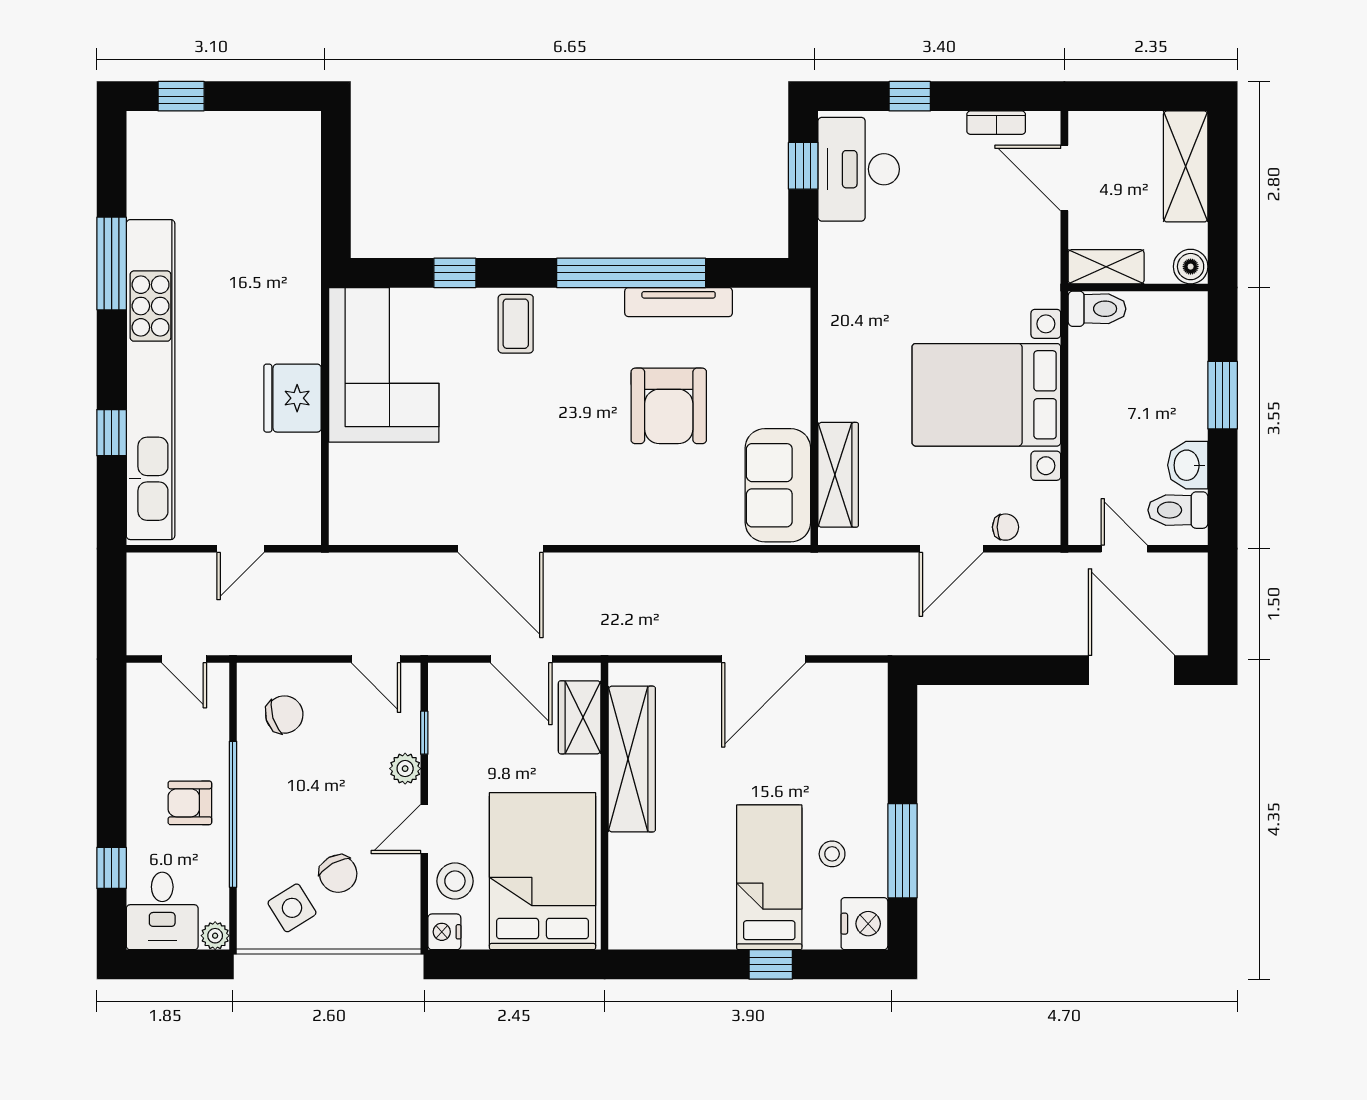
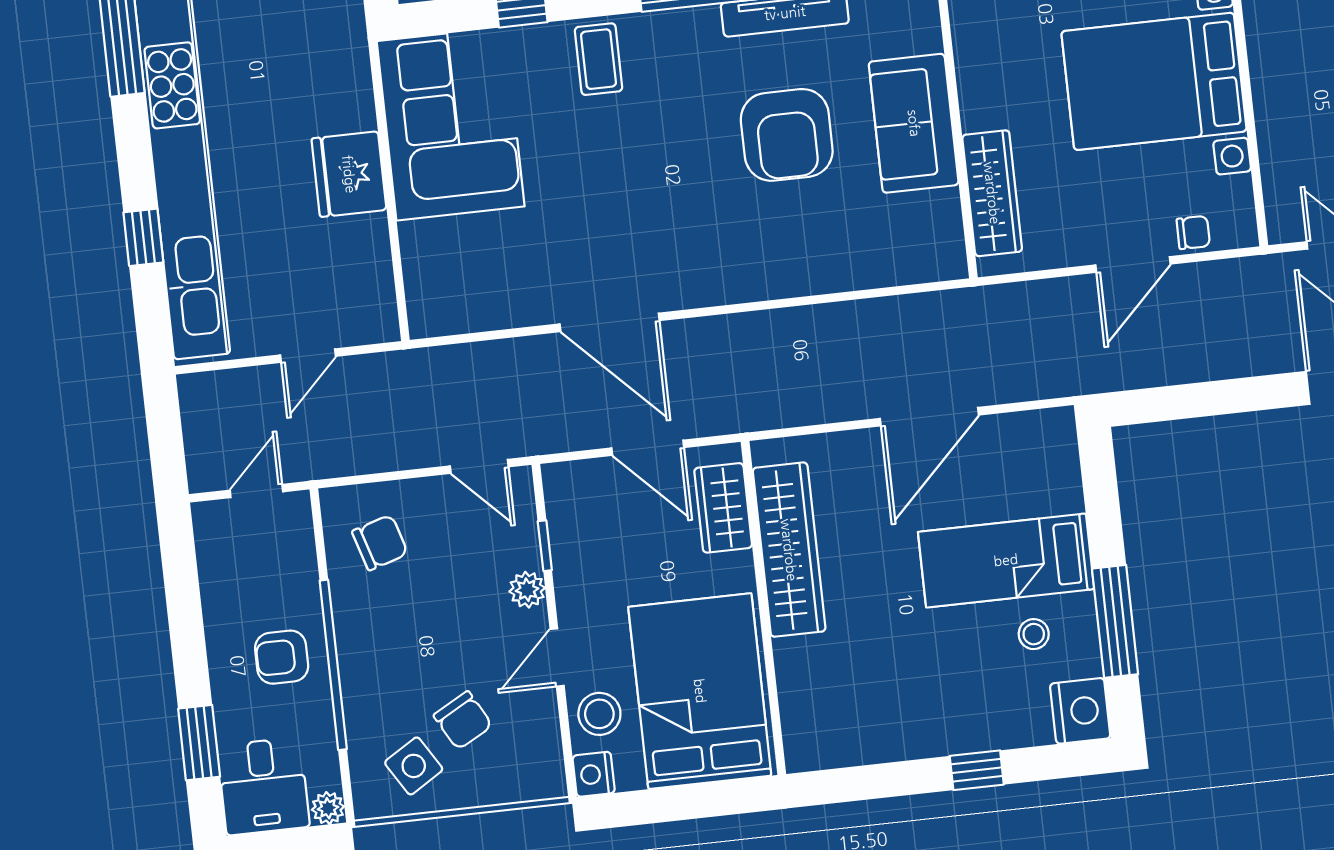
sofa: (778, 485) -> (914, 123), moved
door: (184, 659) -> (256, 491), swing flipped
window: (112, 868) -> (199, 743), width x1.50
bed: (769, 877) -> (1006, 560), moved, turned -90

